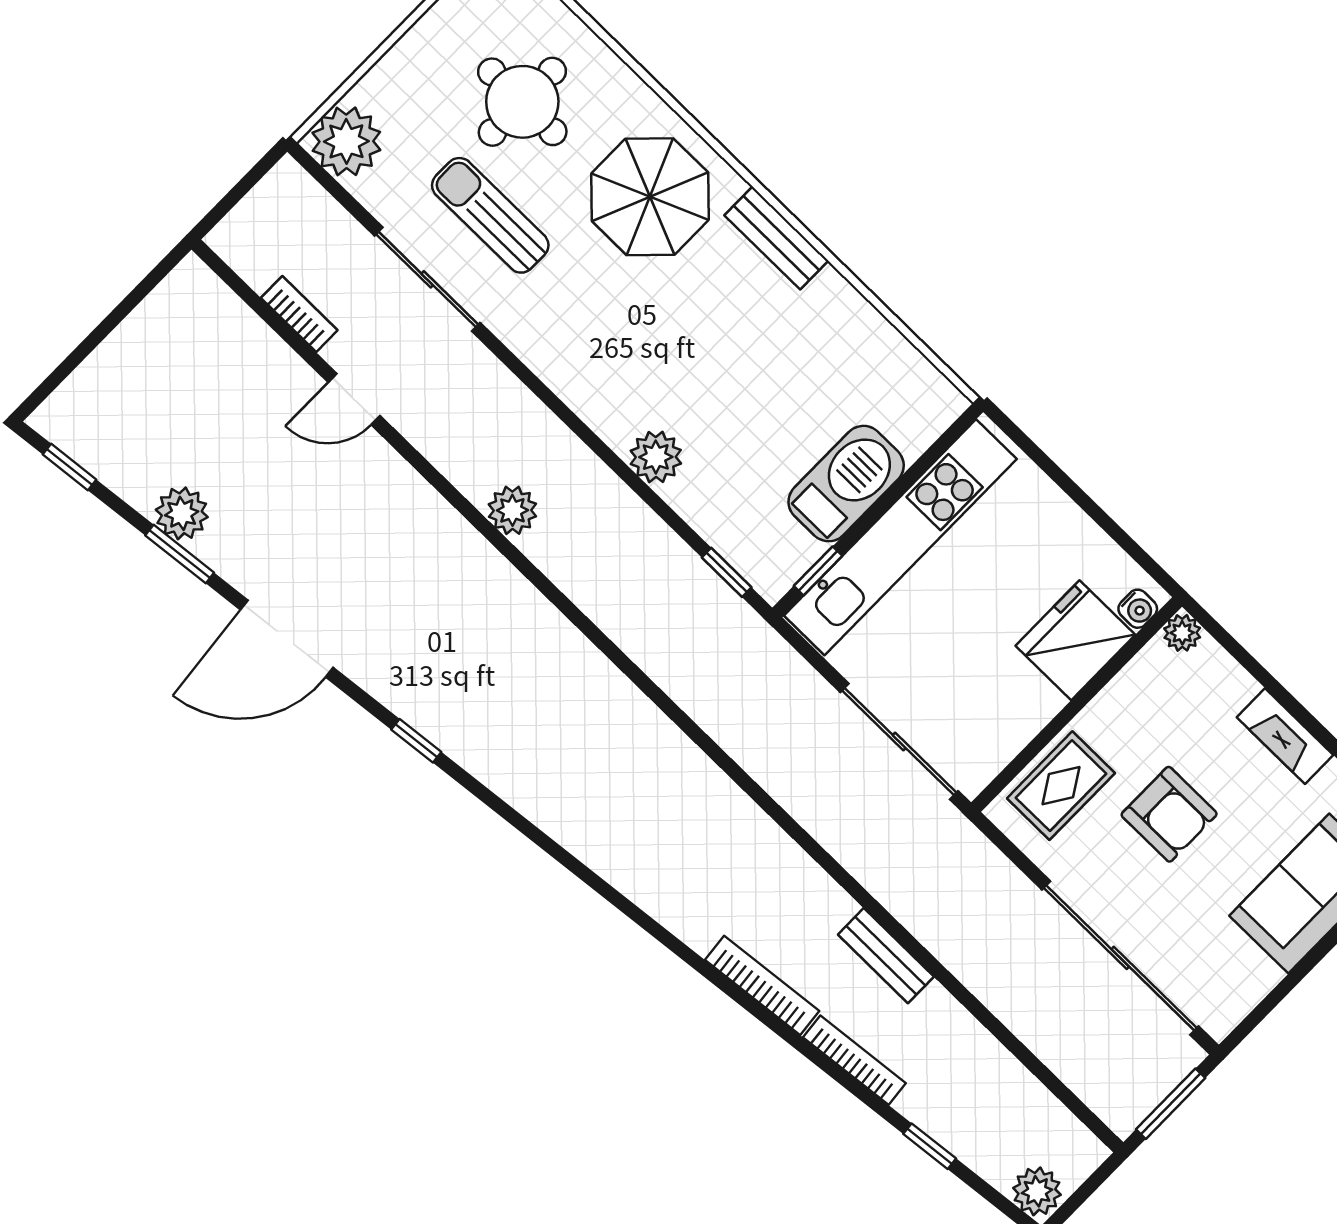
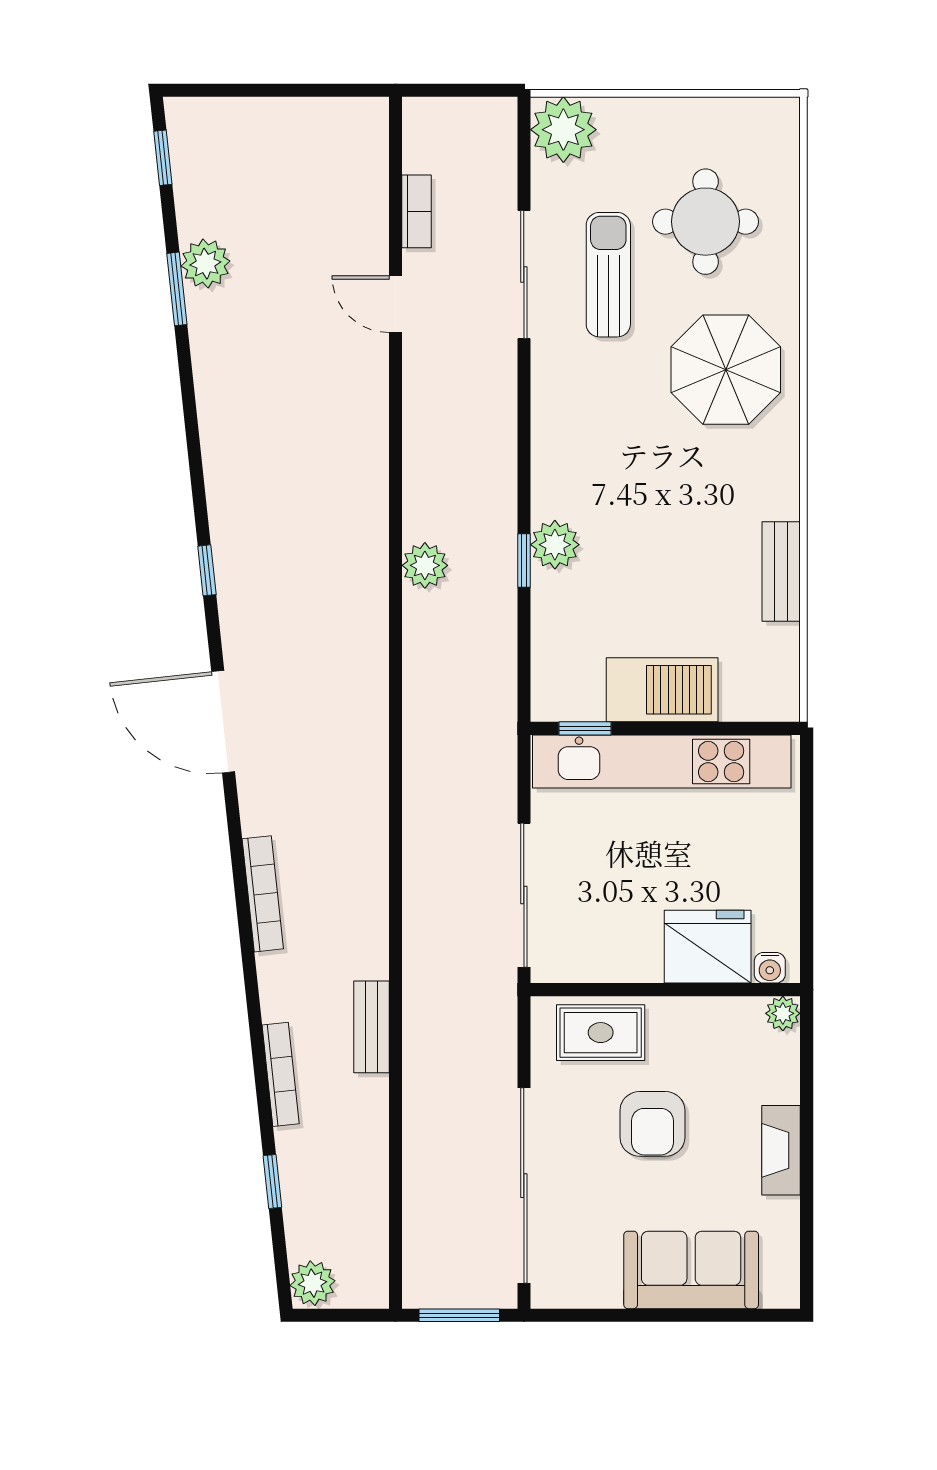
bench: (776, 238) -> (781, 571), moved
plant: (512, 510) -> (425, 565), moved
window: (727, 572) -> (524, 561), moved
door: (287, 639) -> (223, 722), moved
bookcase: (762, 985) -> (263, 894), moved

